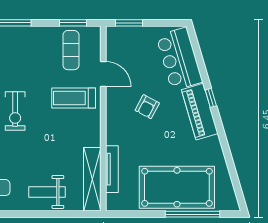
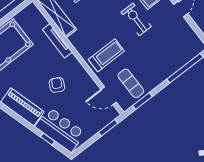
door: (103, 74) -> (109, 96), moved
window: (211, 98) -> (48, 139), moved
tv unit: (112, 169) -> (57, 41), moved

